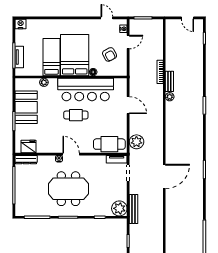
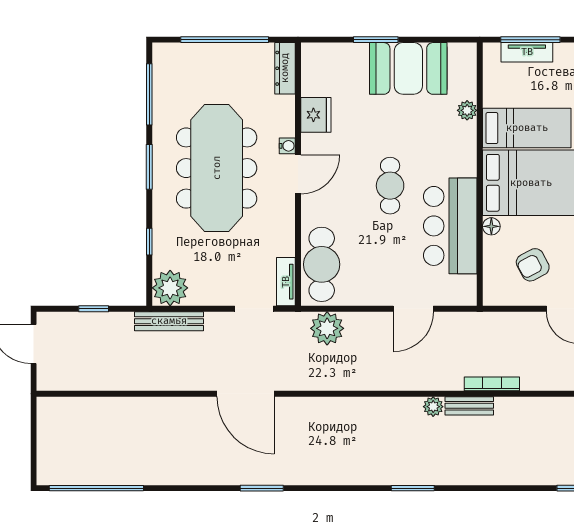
bar counter: (86, 89) -> (450, 226), width x0.73
fridge: (28, 147) -> (316, 115), moved
meeting table: (68, 189) -> (217, 168), width x1.36

